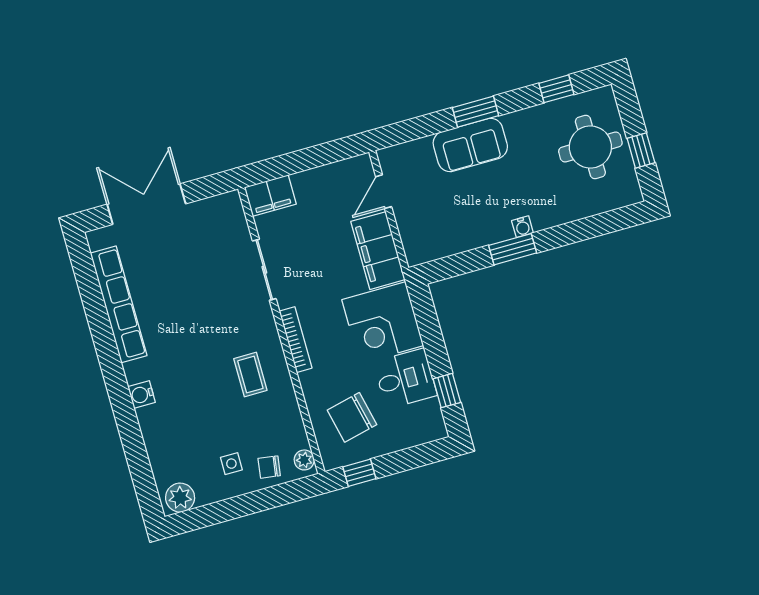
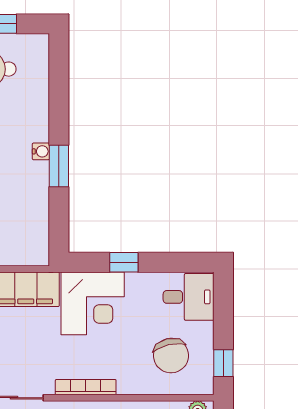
desk: (405, 379) -> (189, 297), moved, turned 90
window: (447, 391) -> (124, 262), moved

